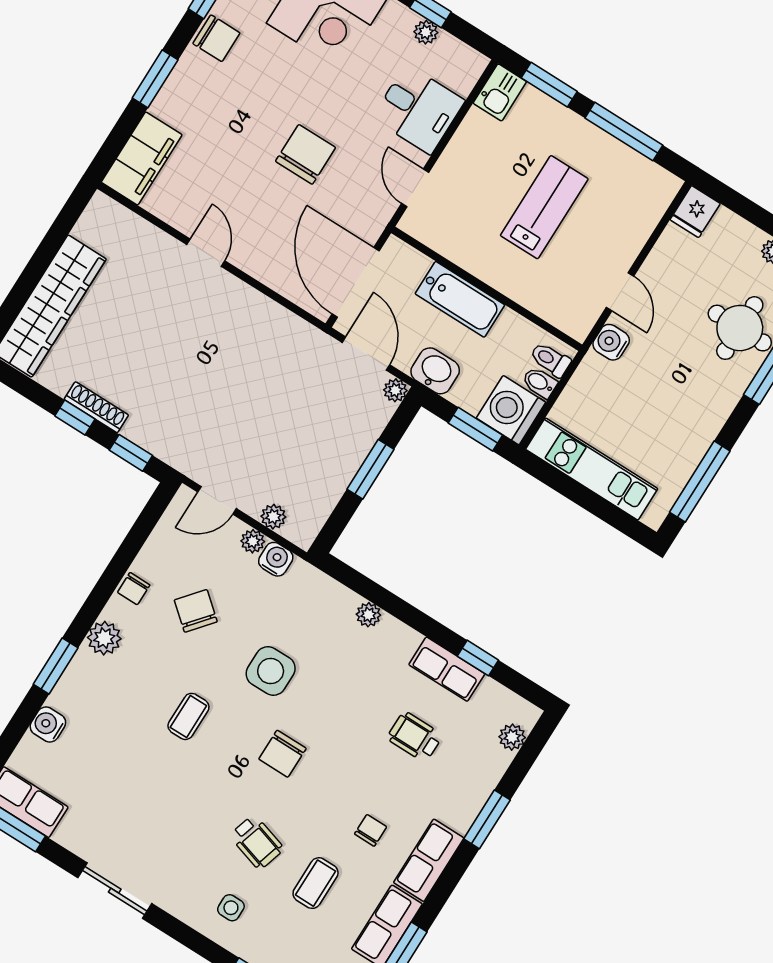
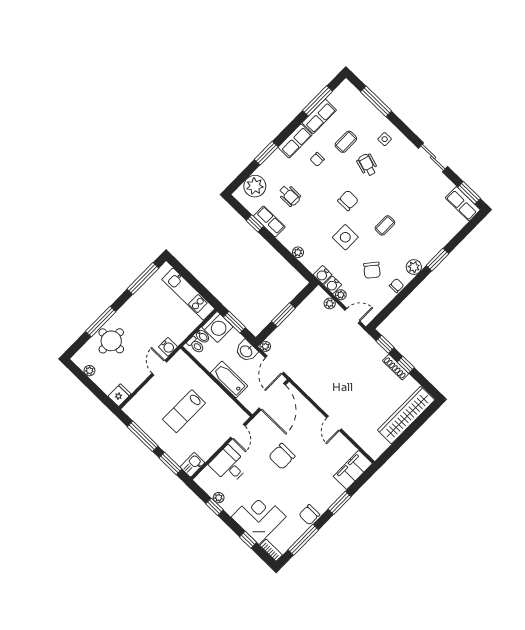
chair: (216, 38) -> (309, 515), turned -90
water cooler: (48, 724) -> (323, 275), moved, turned 90
plant: (512, 737) -> (255, 186), width x1.88, depth x1.88

